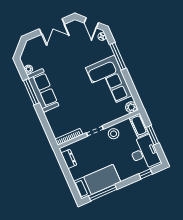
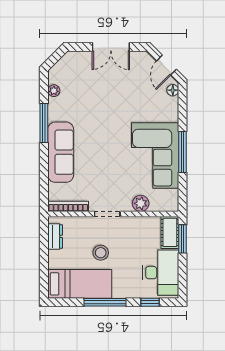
window: (118, 56) -> (183, 152), moved
sofa: (43, 90) -> (61, 152), moved
plant: (131, 107) -> (141, 203), moved
stool: (114, 134) -> (101, 253), moved
window: (152, 135) -> (183, 239), moved
window: (103, 193) -> (105, 302), moved

